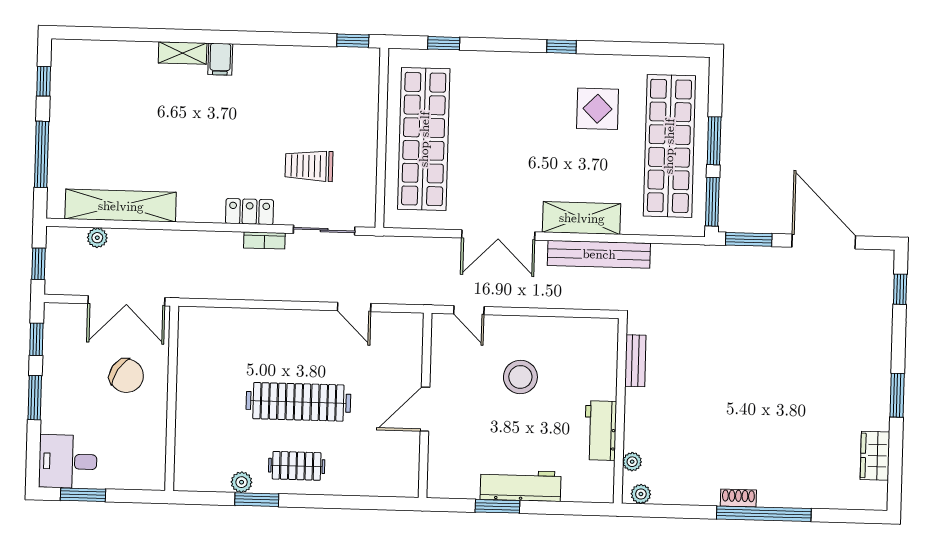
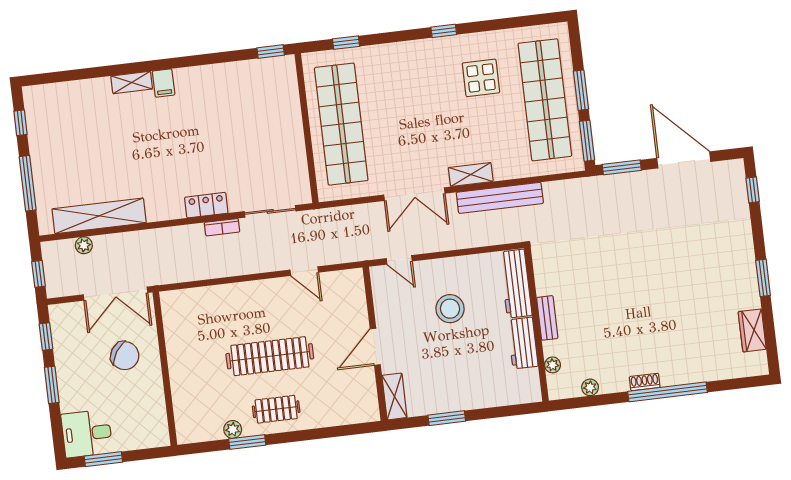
trolley: (309, 166) -> (250, 160), removed
shelving: (582, 218) -> (471, 174), width x0.67, depth x0.75
bench: (635, 361) -> (547, 318), moved
shelving: (439, 471) -> (394, 396), added
workbench: (521, 486) -> (516, 284), moved, turned -90
plant: (641, 494) -> (590, 387), moved

